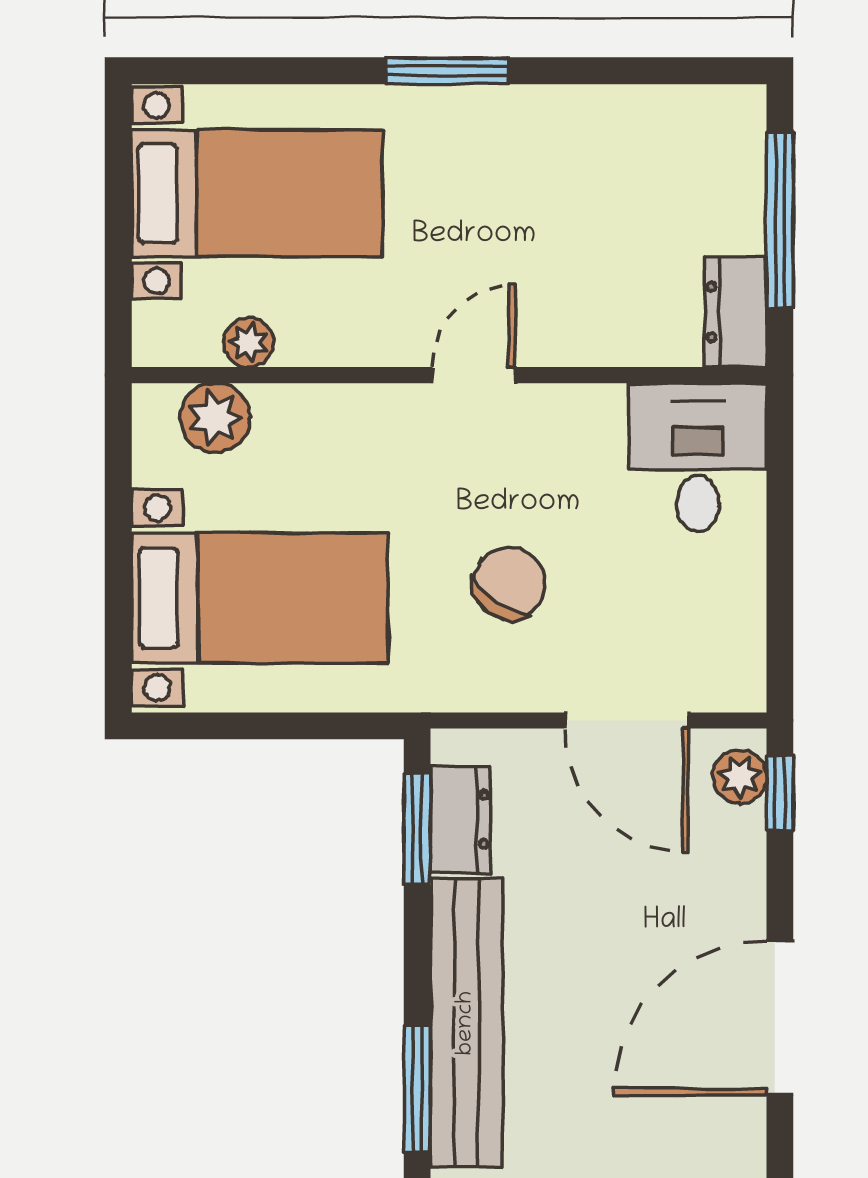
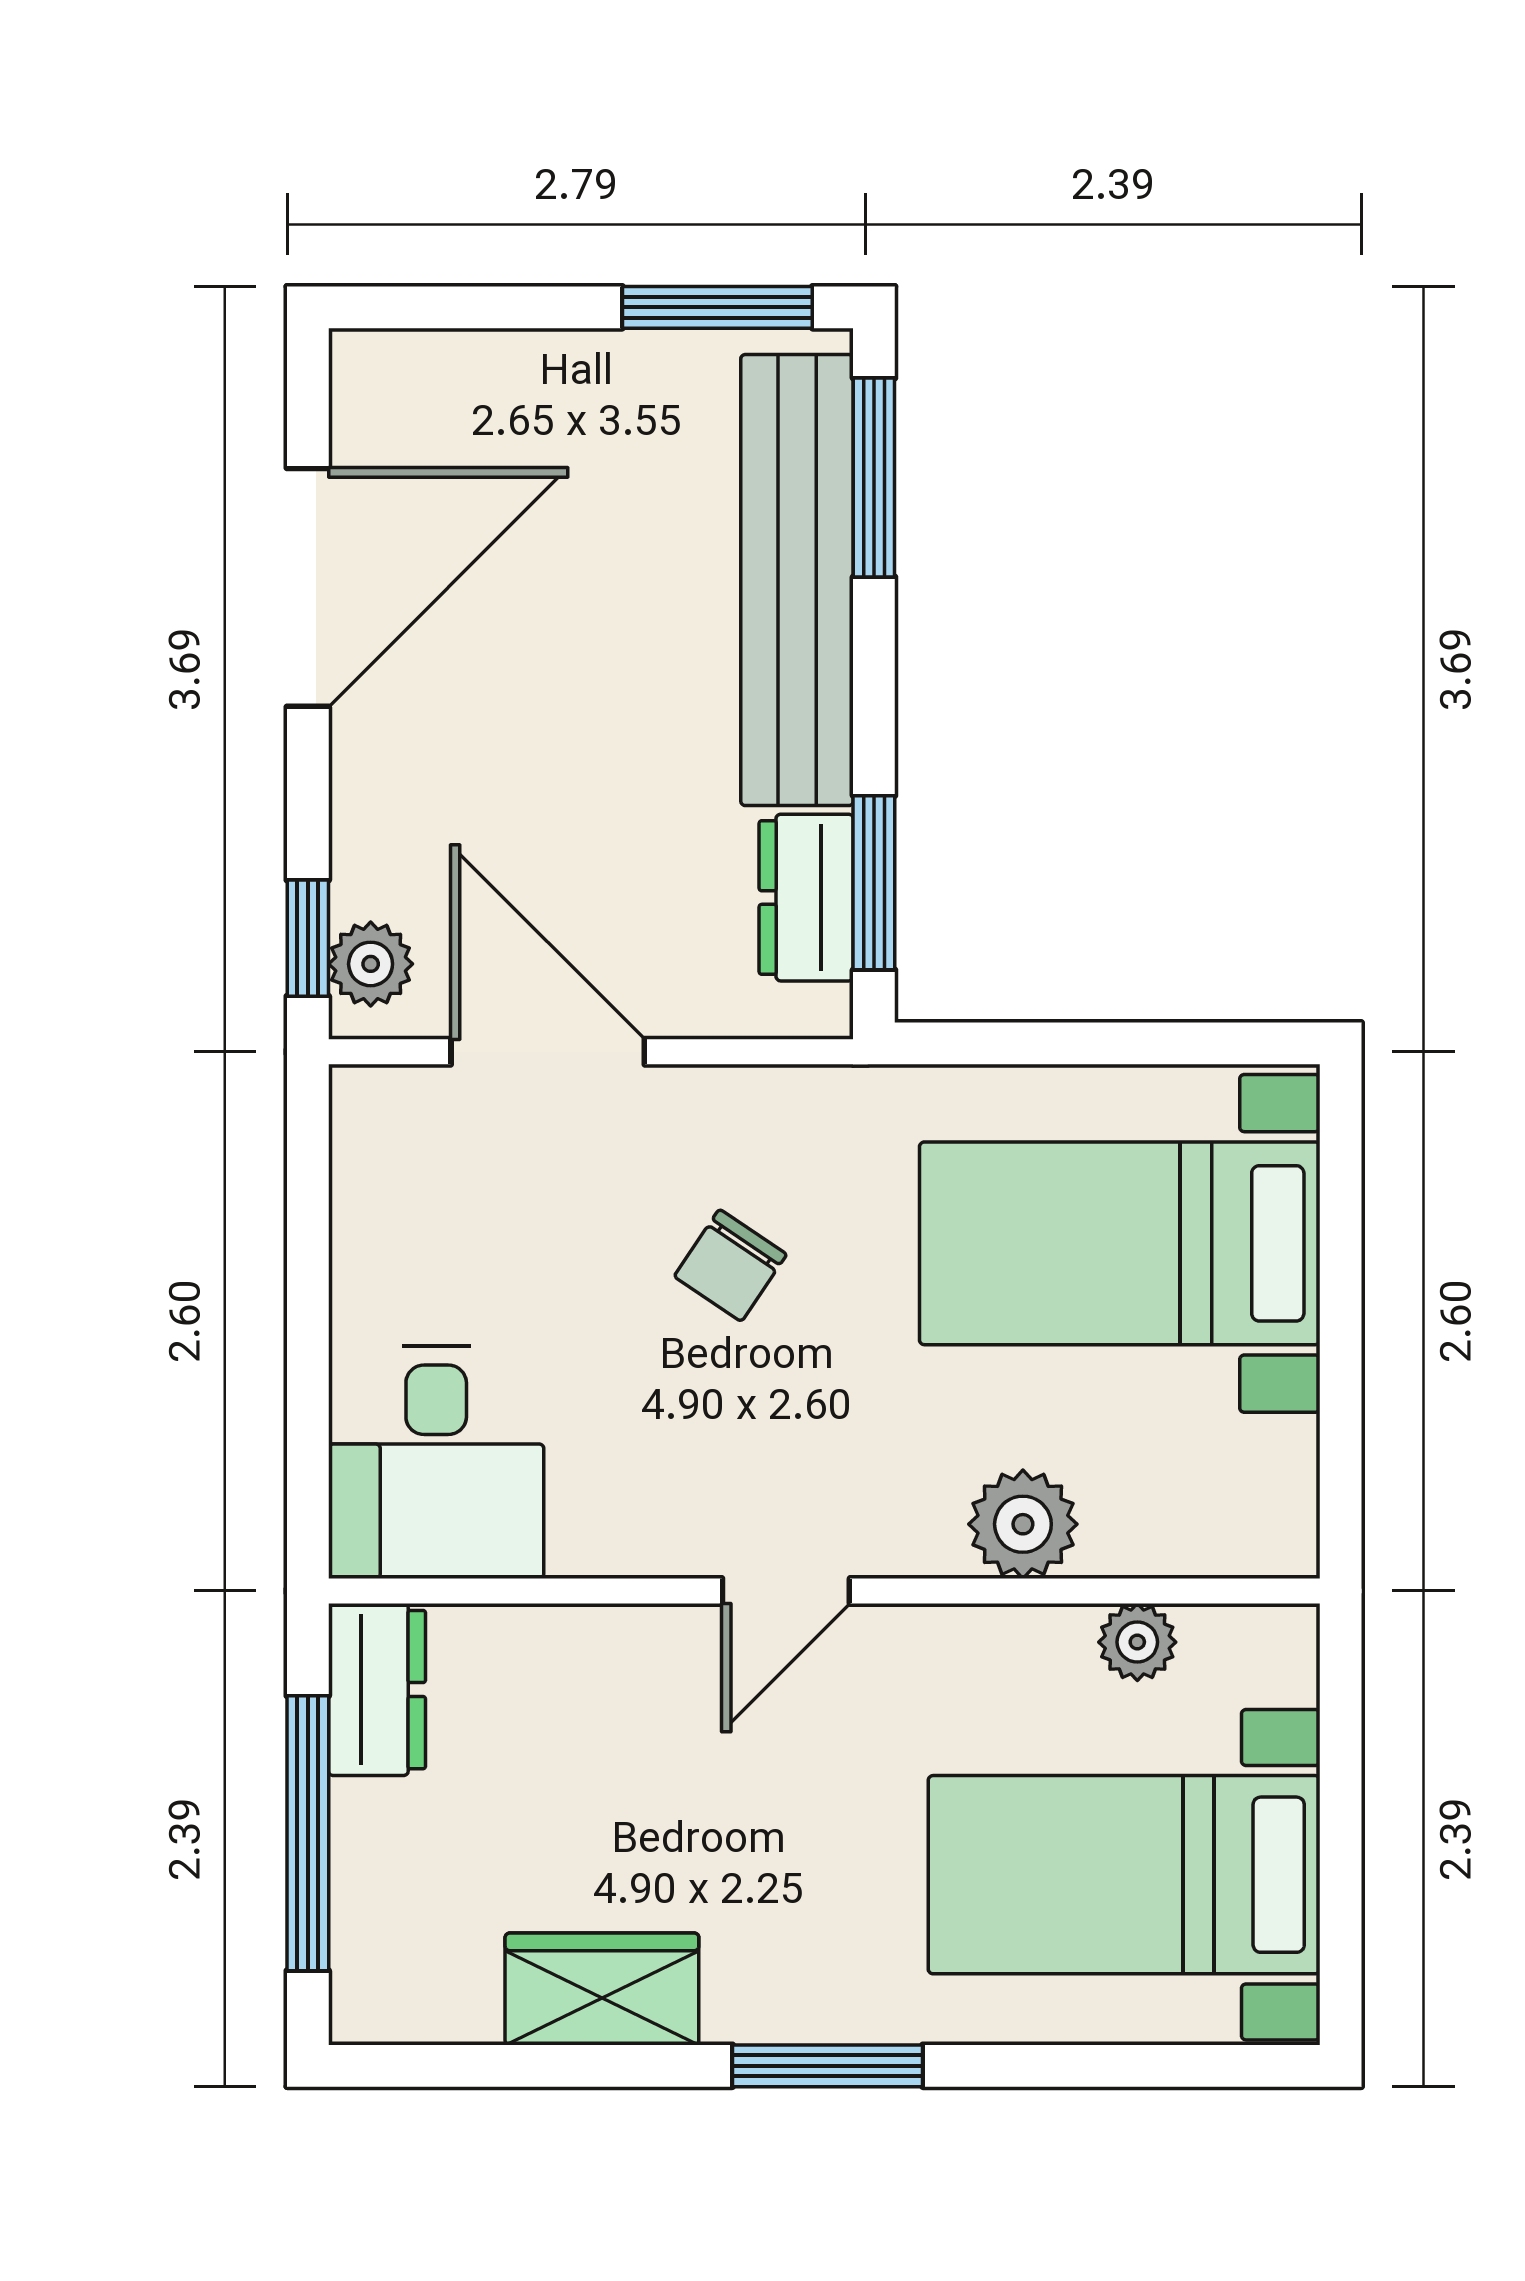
wardrobe: (591, 120) -> (602, 1989), added
plant: (215, 418) -> (1023, 1524), moved
chair: (509, 584) -> (730, 1265), width x0.73, depth x0.73

